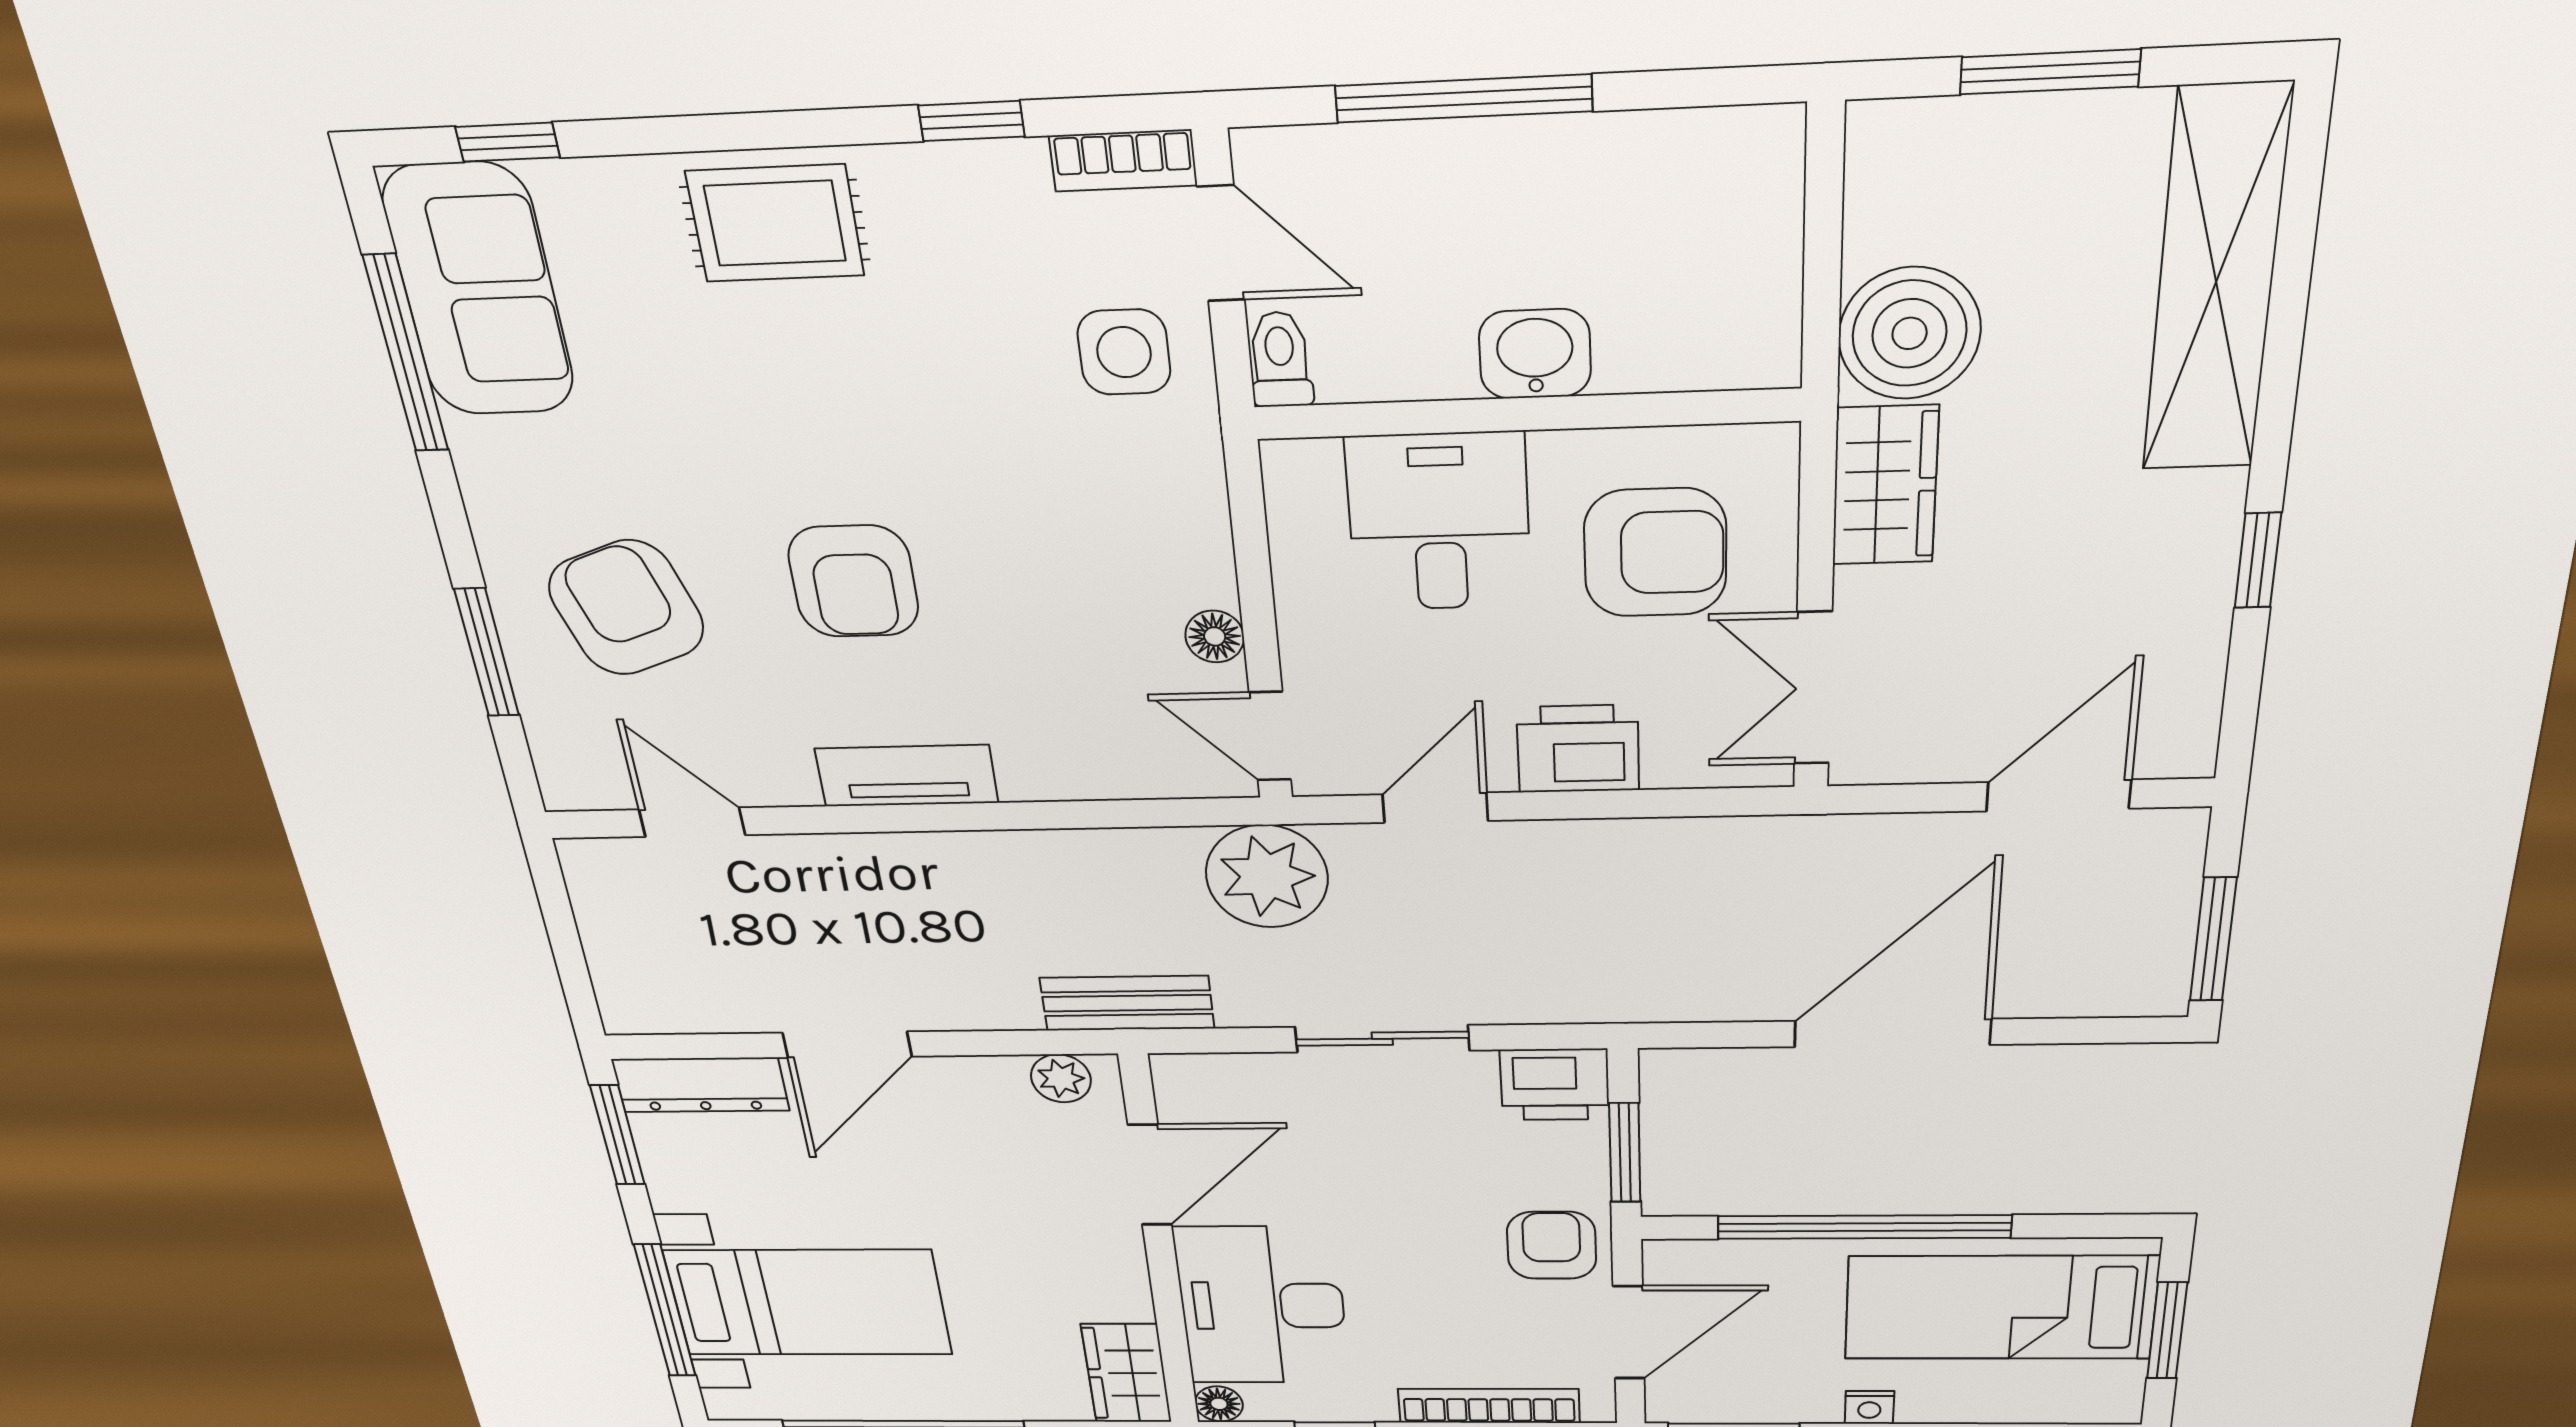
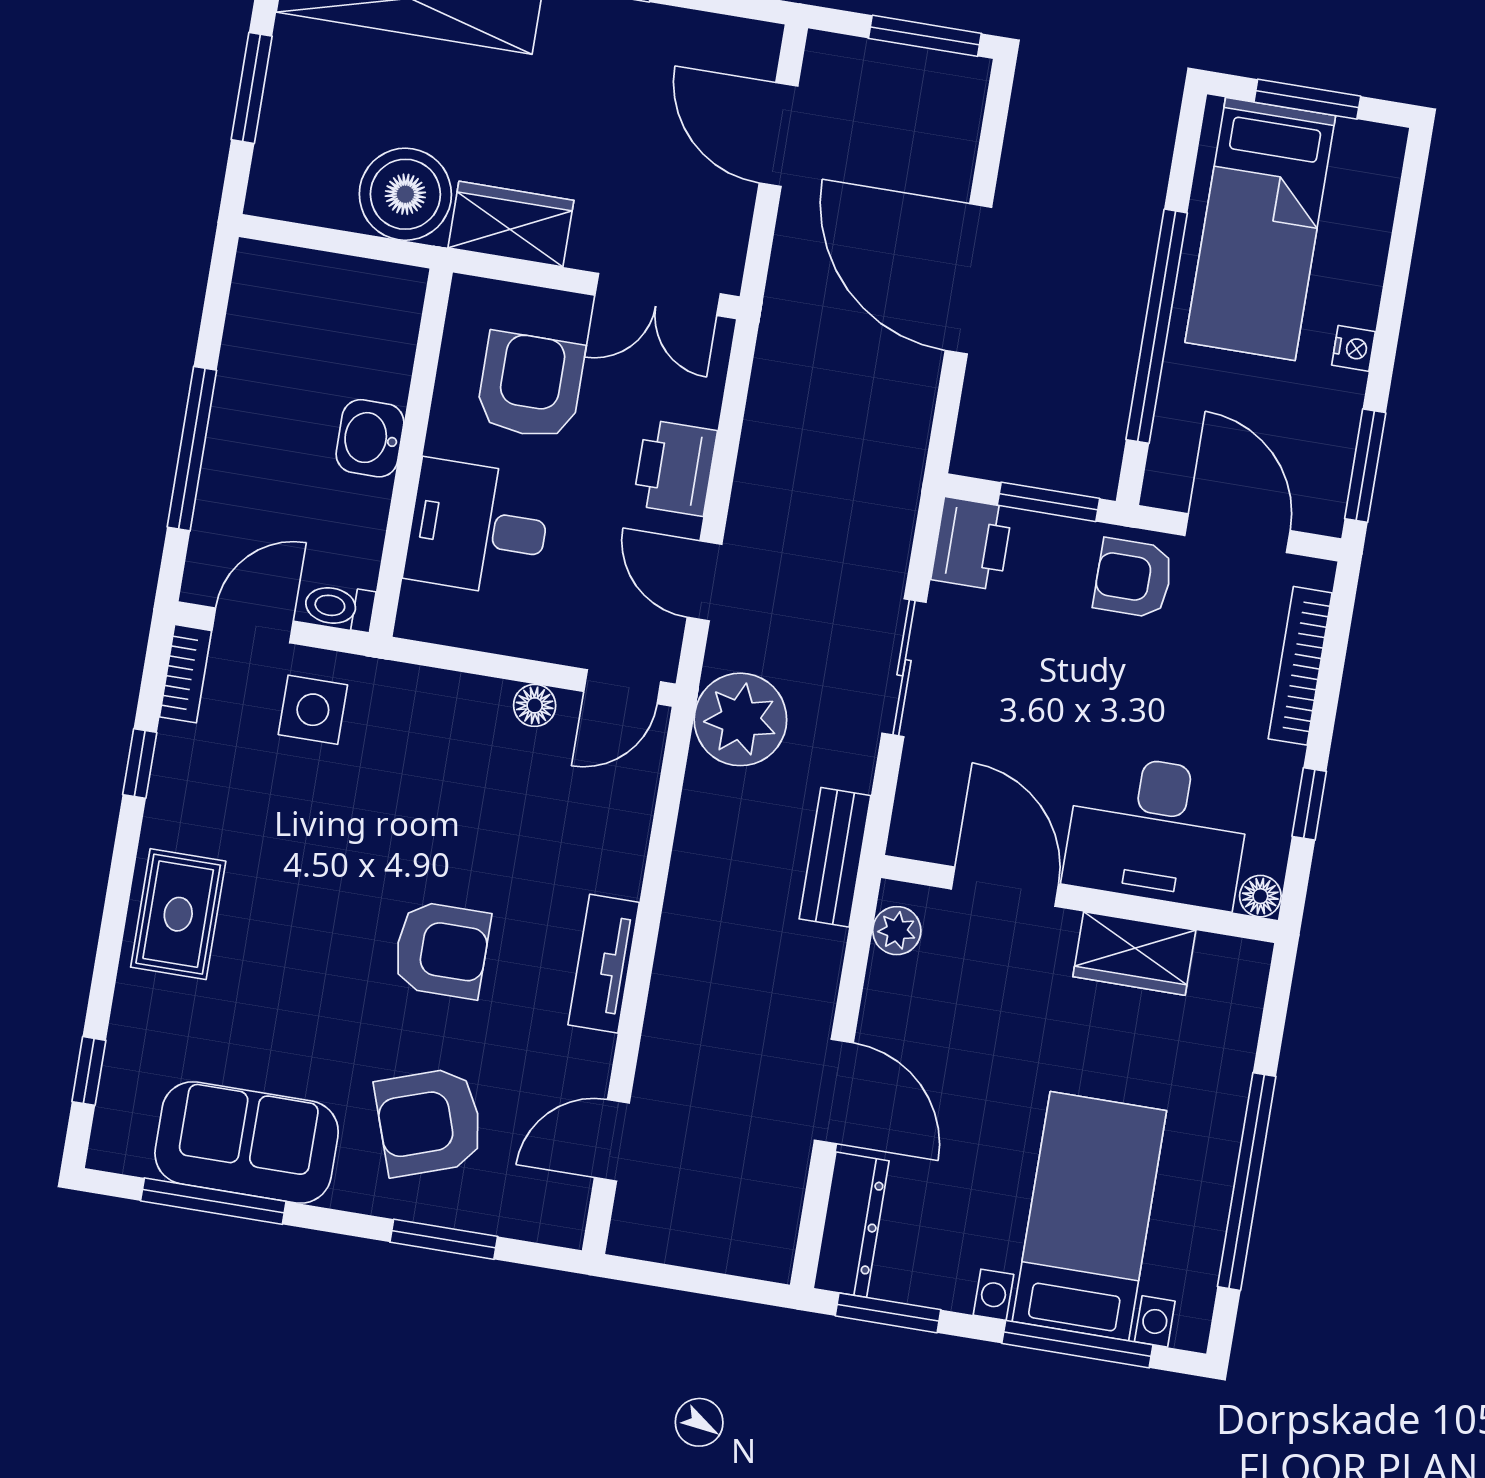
sofa: (479, 291) -> (247, 1143), moved
wardrobe: (1126, 1373) -> (1134, 953), moved

